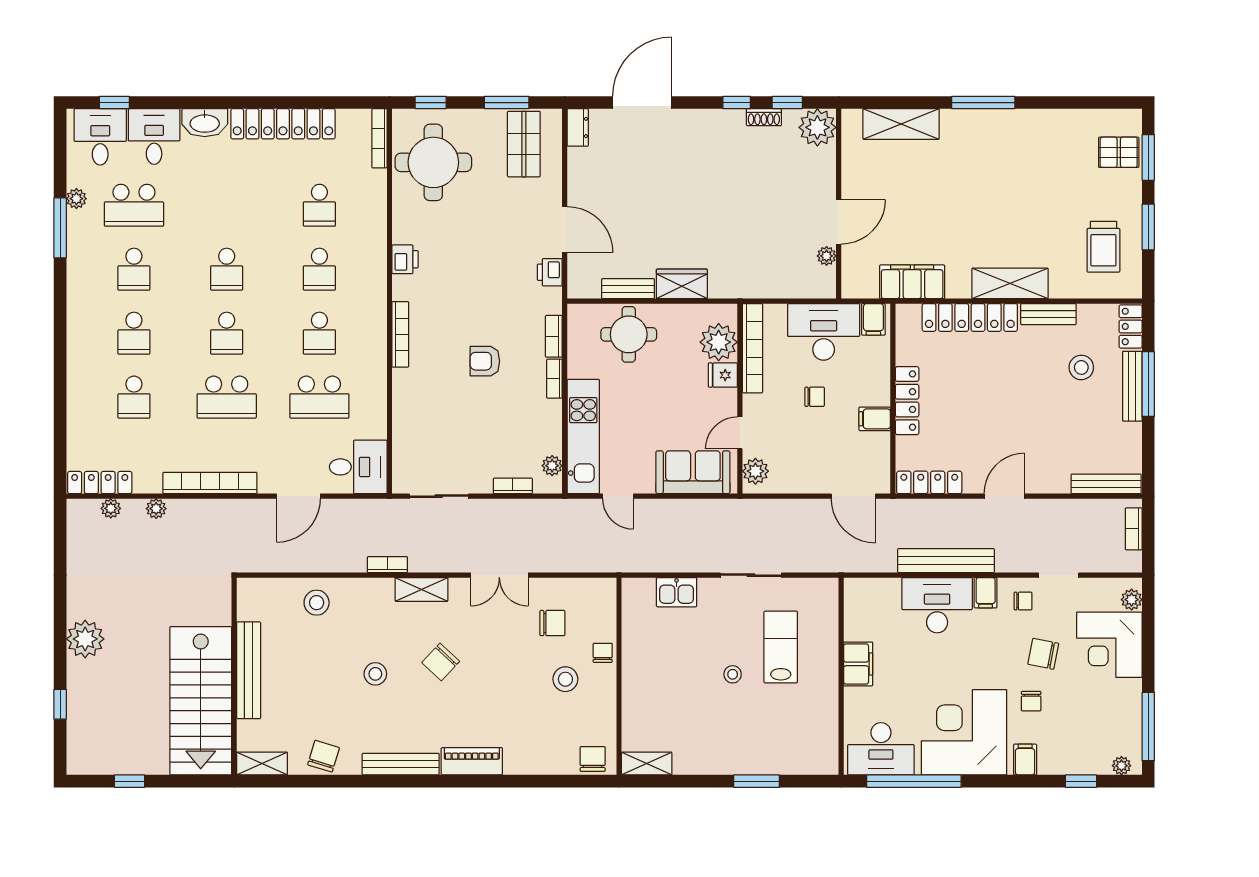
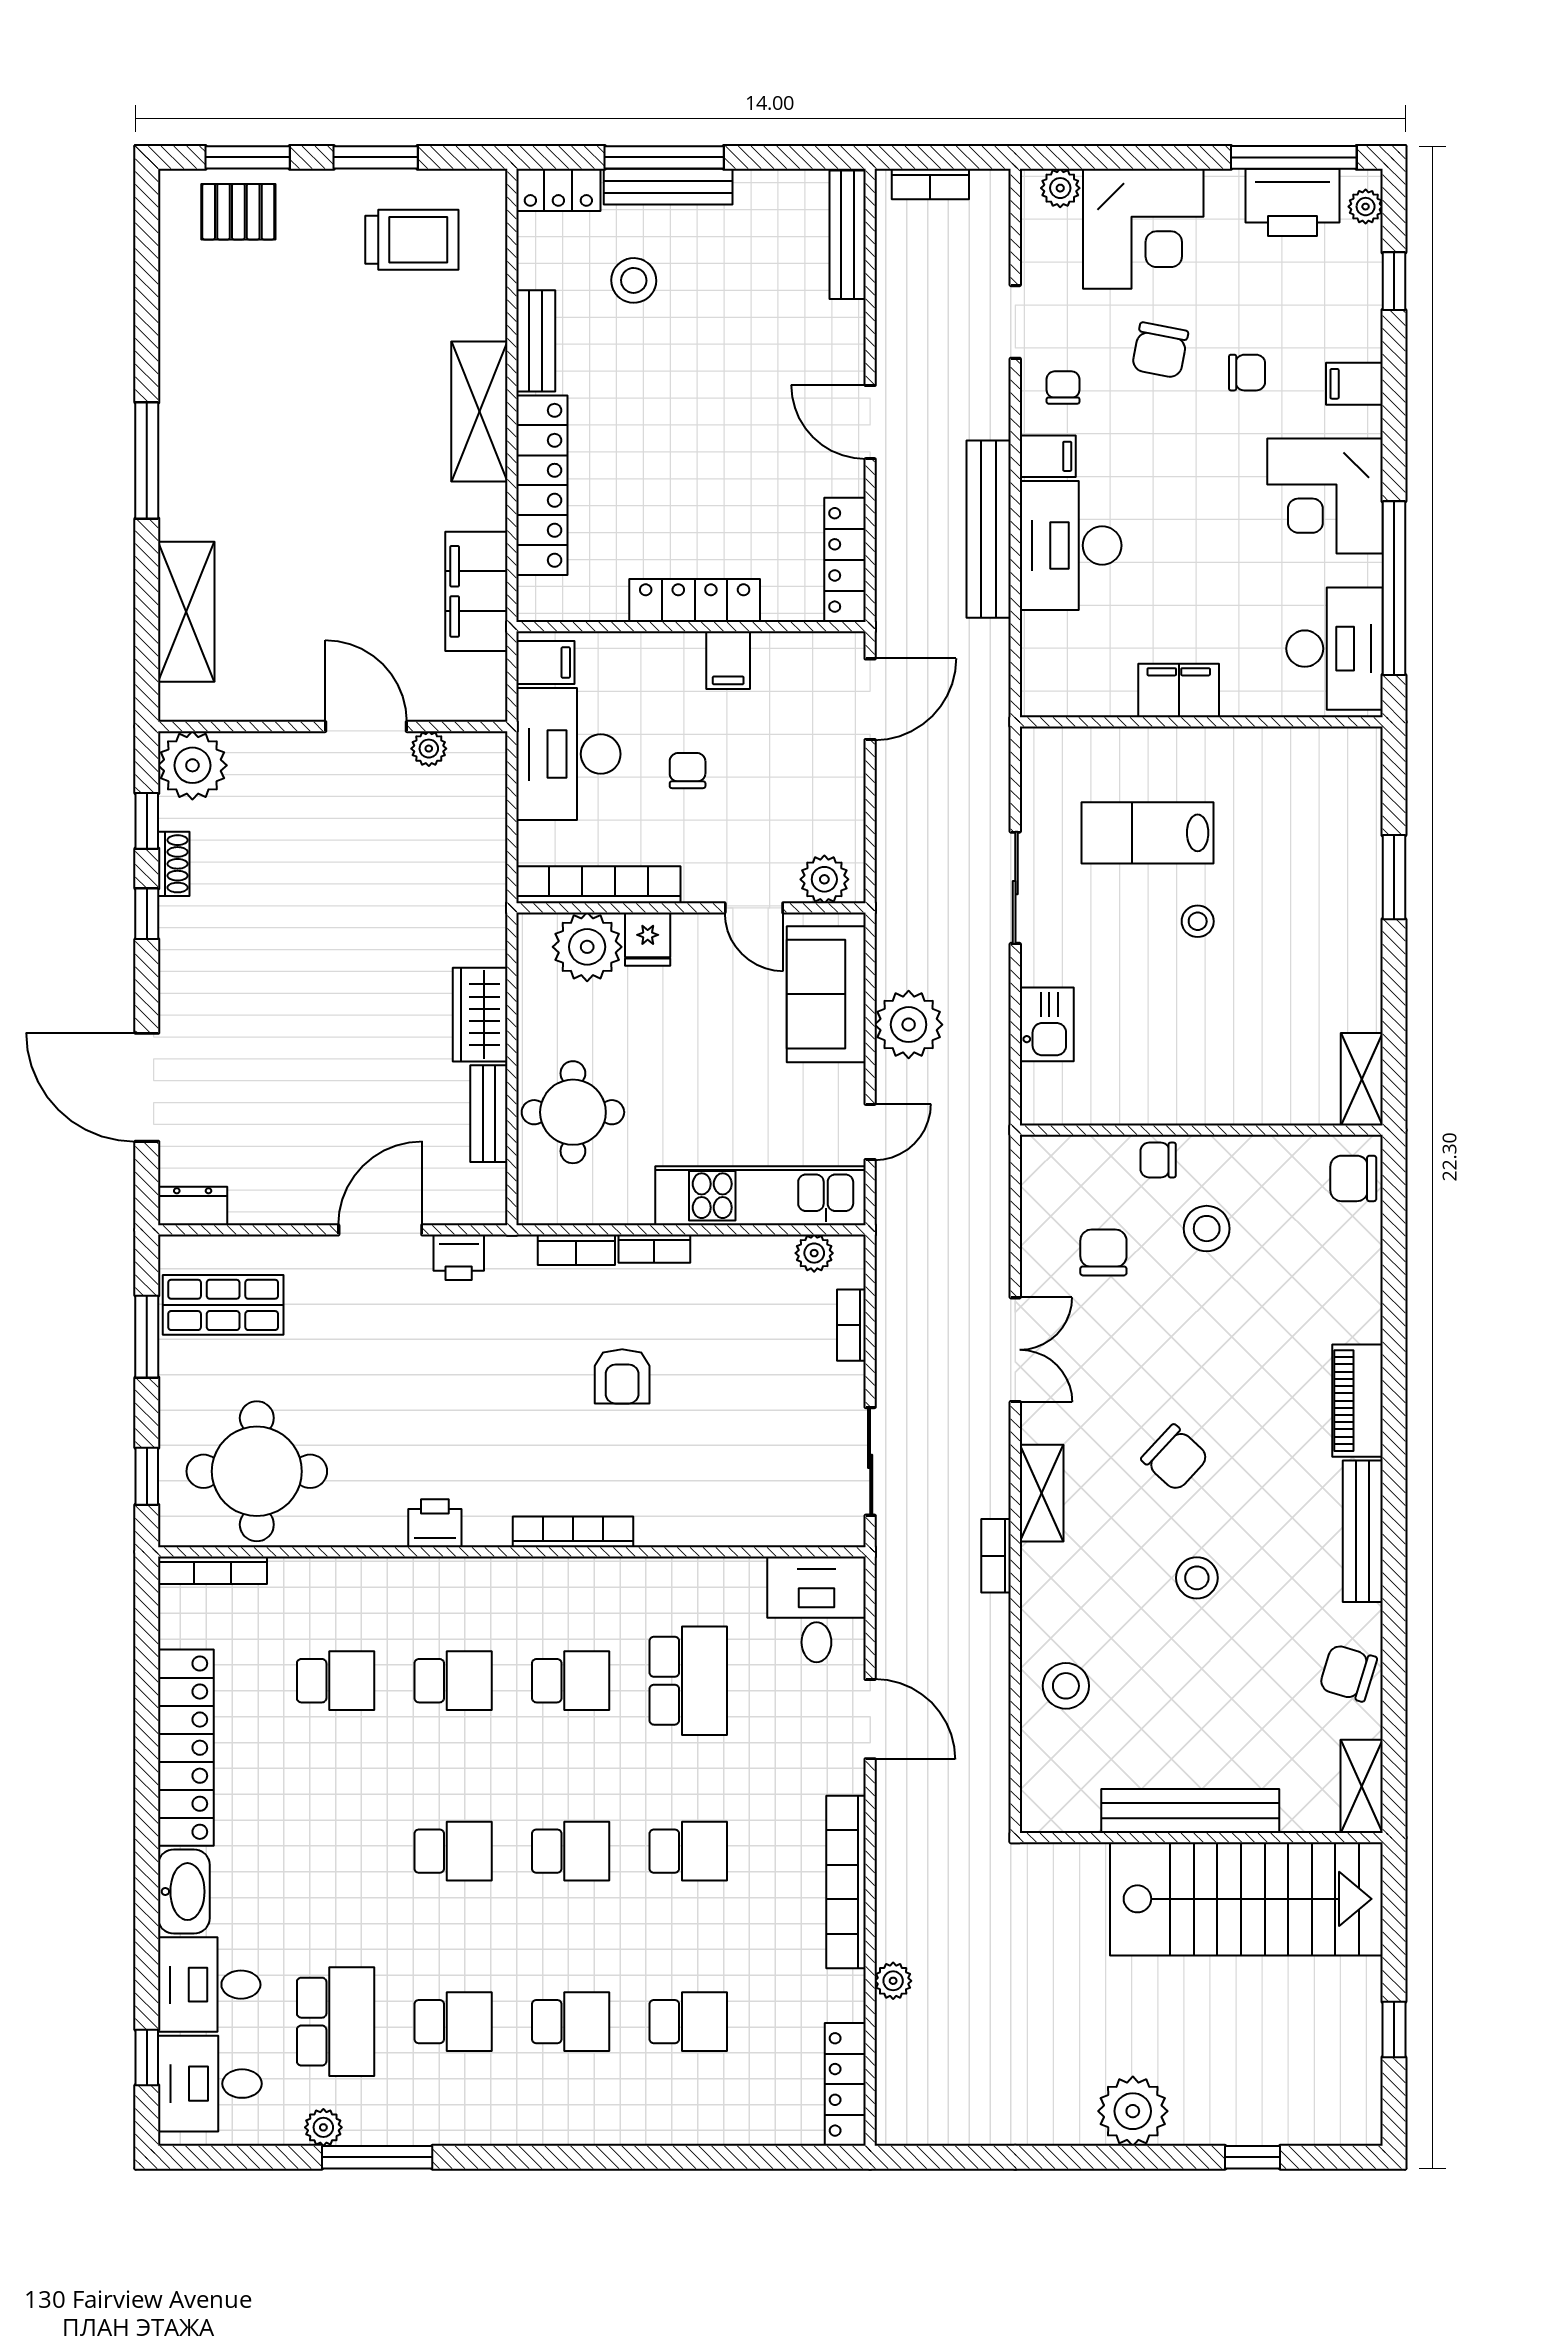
pallet: (1119, 152) -> (238, 212), turned 90
school desk: (227, 397) -> (688, 1851), width x0.54
plant: (111, 508) -> (909, 1025), moved, width x1.87, depth x1.87
printer: (1124, 726) -> (1292, 202), added
corner desk: (964, 732) -> (1325, 496), width x0.74, depth x0.74

